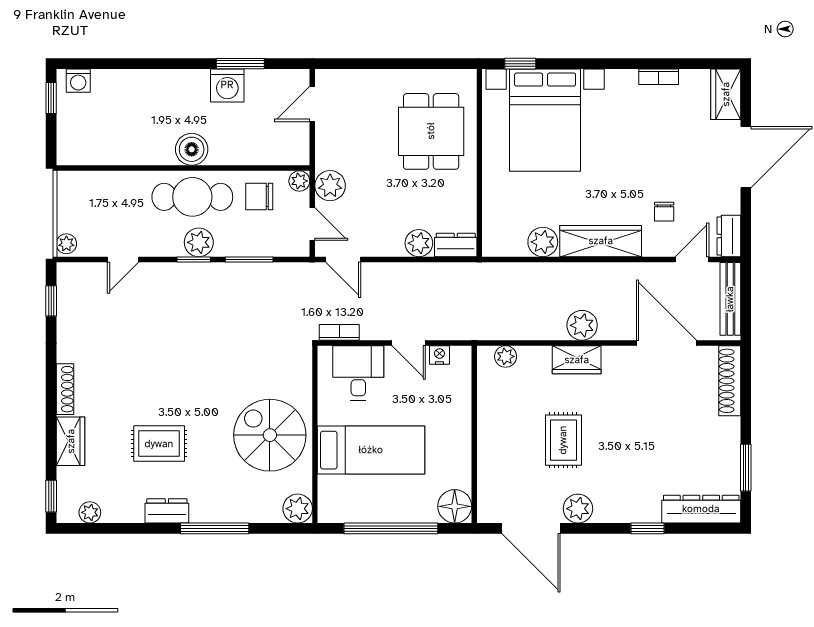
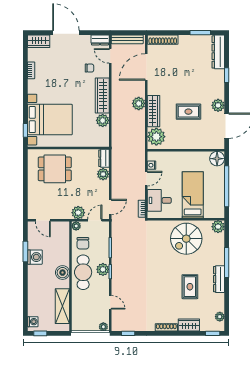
shelving: (114, 149) -> (62, 306), added
plant: (506, 356) -> (156, 137), width x1.88, depth x1.88
wardrobe: (577, 360) -> (154, 111), width x1.50
dresser: (167, 511) -> (219, 279), width x1.44

